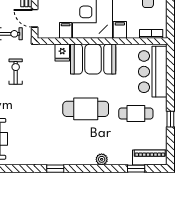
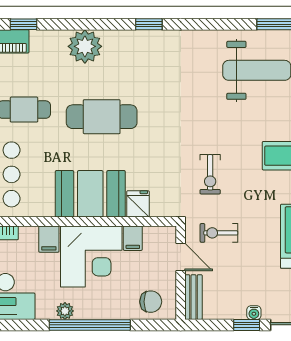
plant: (102, 159) -> (85, 46), width x1.87, depth x1.87

